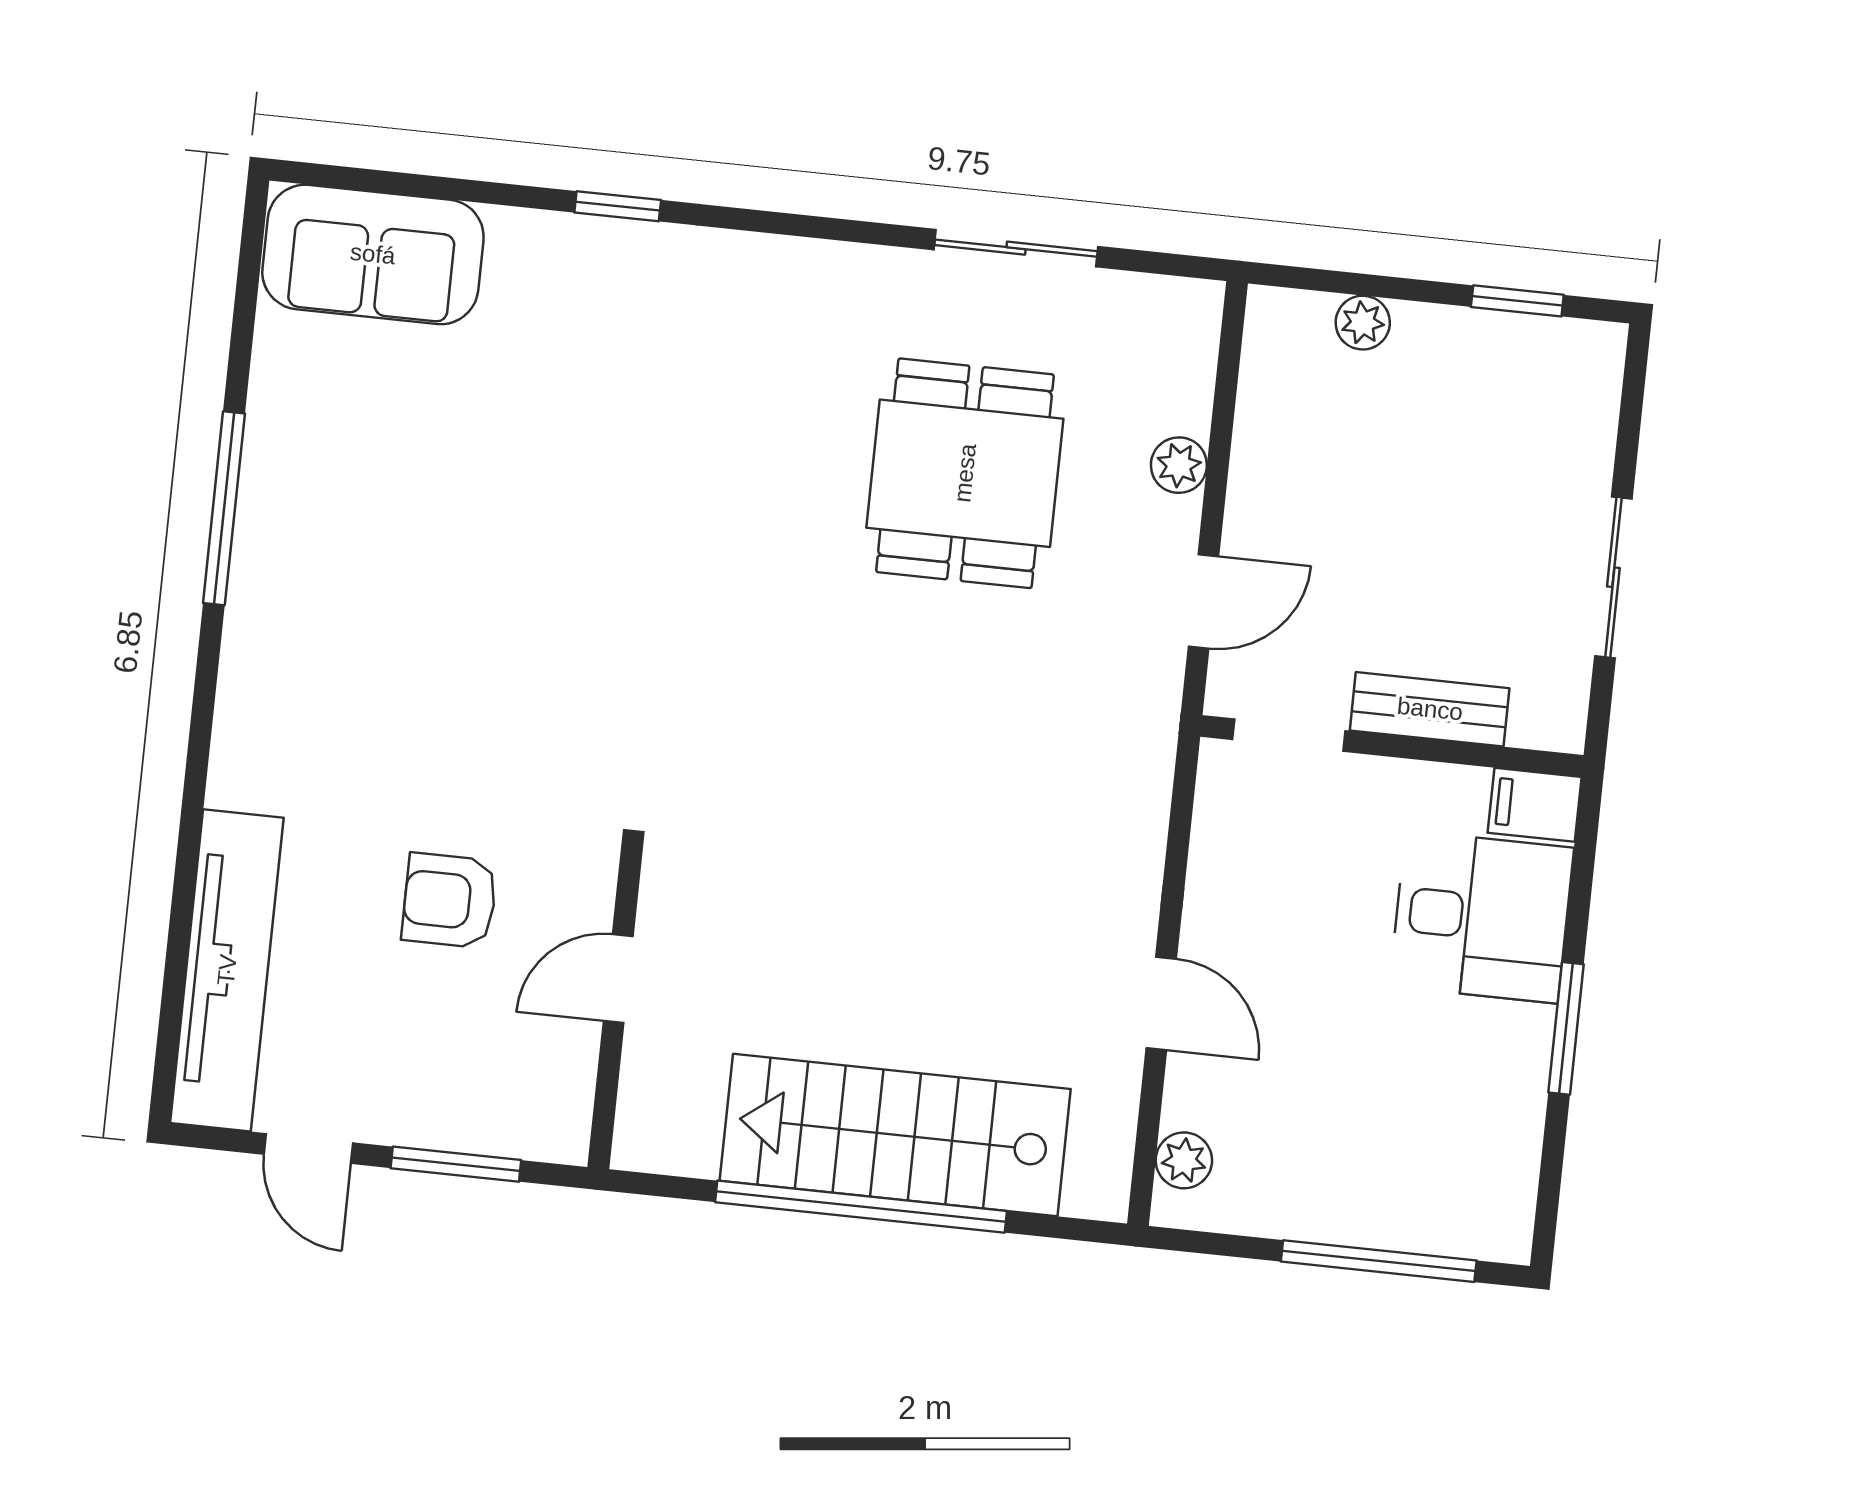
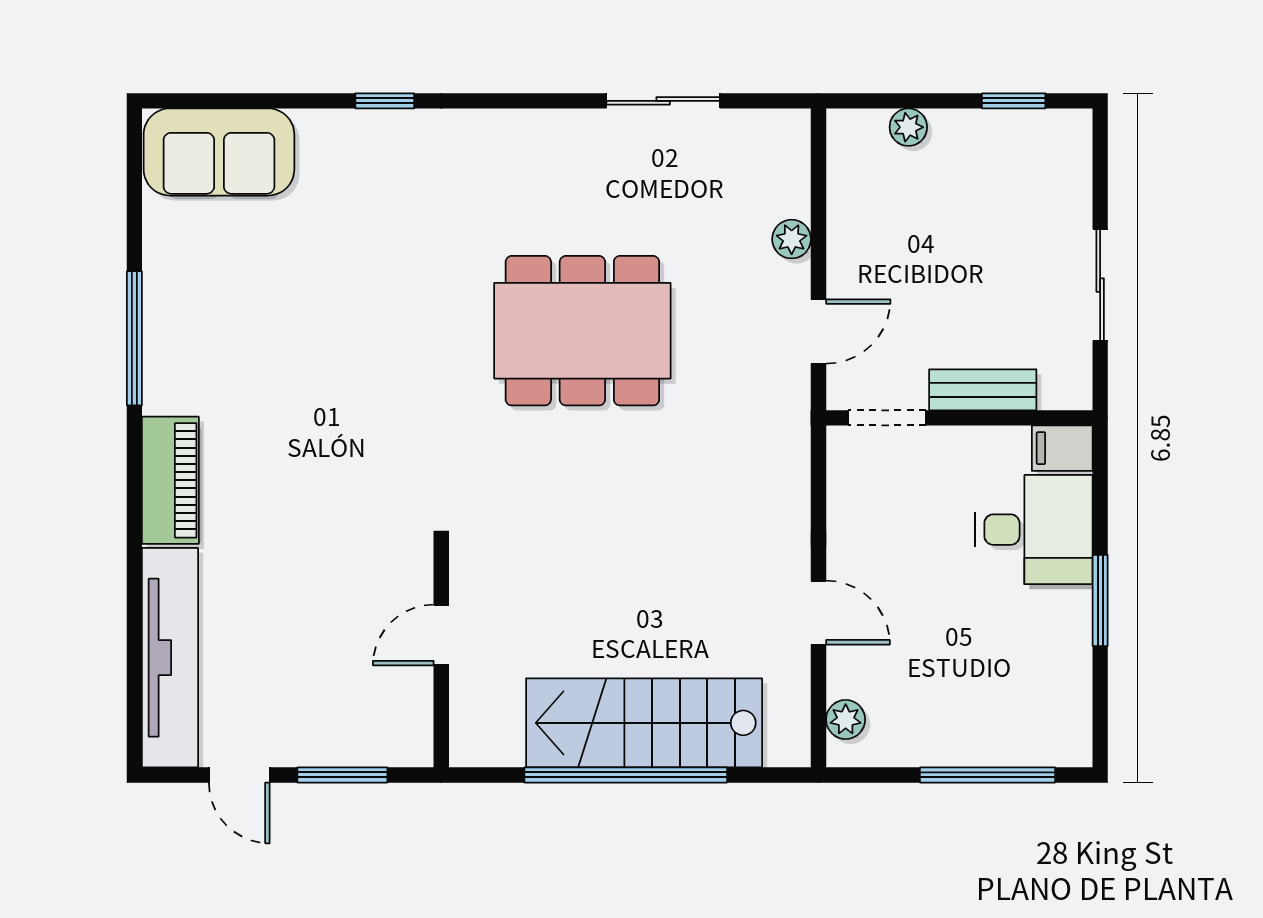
dining table: (965, 473) -> (582, 331), moved, width x1.38
piano: (254, 717) -> (170, 480), added
armchair: (450, 900) -> (319, 593), removed

